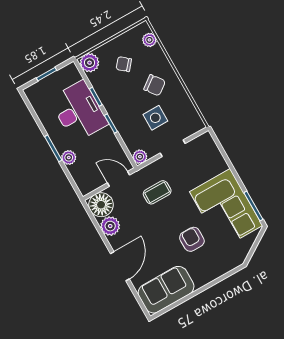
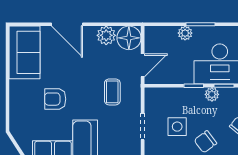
plant: (140, 157) -> (212, 94), moved
armchair: (192, 239) -> (55, 99), turned 180

